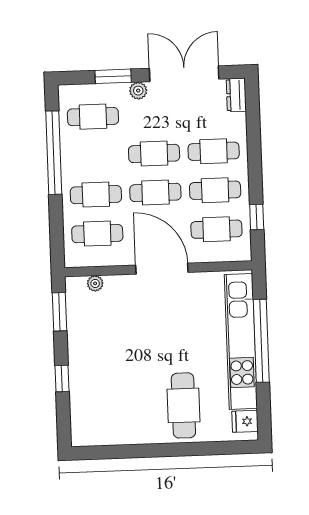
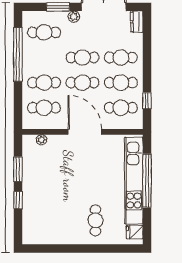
window: (60, 312) -> (18, 169), moved
cafe table: (183, 405) -> (95, 220), width x0.73, depth x0.74

